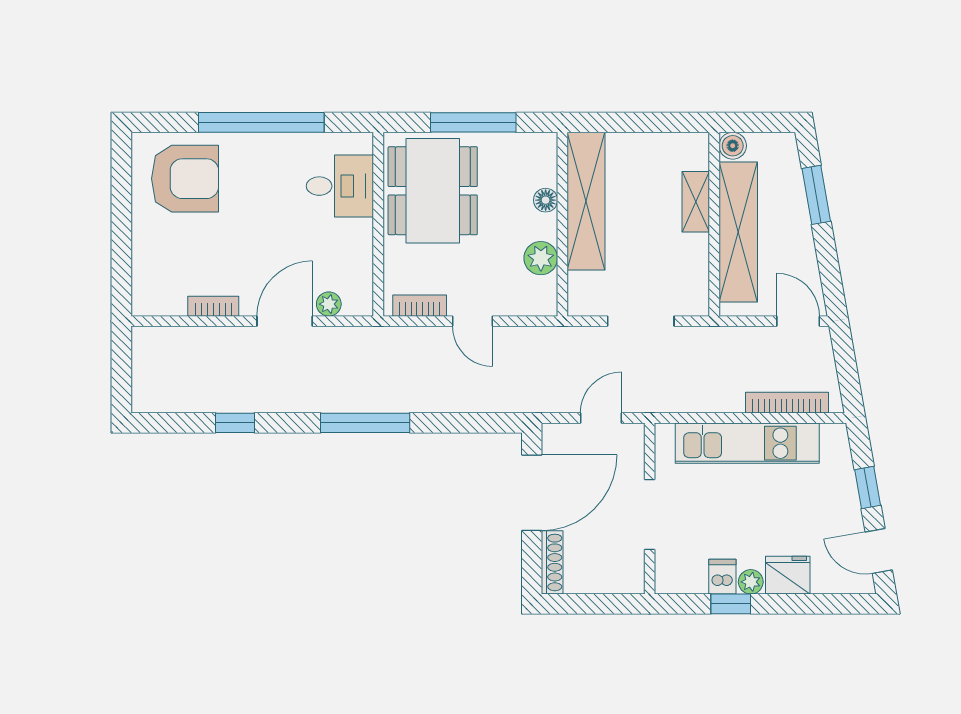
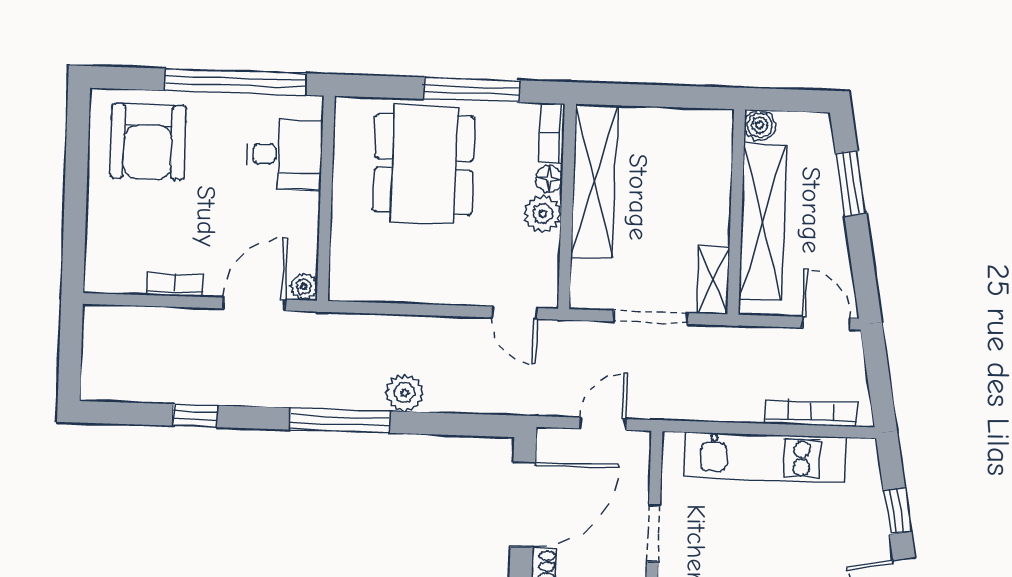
armchair: (185, 179) -> (148, 142), turned 90
desk: (340, 186) -> (285, 154), moved
shelving: (696, 202) -> (713, 280), moved
wall: (378, 224) -> (326, 198), moved
plant: (541, 258) -> (543, 214), moved
bookcase: (420, 306) -> (552, 133), moved, turned -90
door: (473, 321) -> (514, 313), moved
plant: (422, 396) -> (405, 393), added
doorway: (650, 515) -> (653, 533), width x0.73

